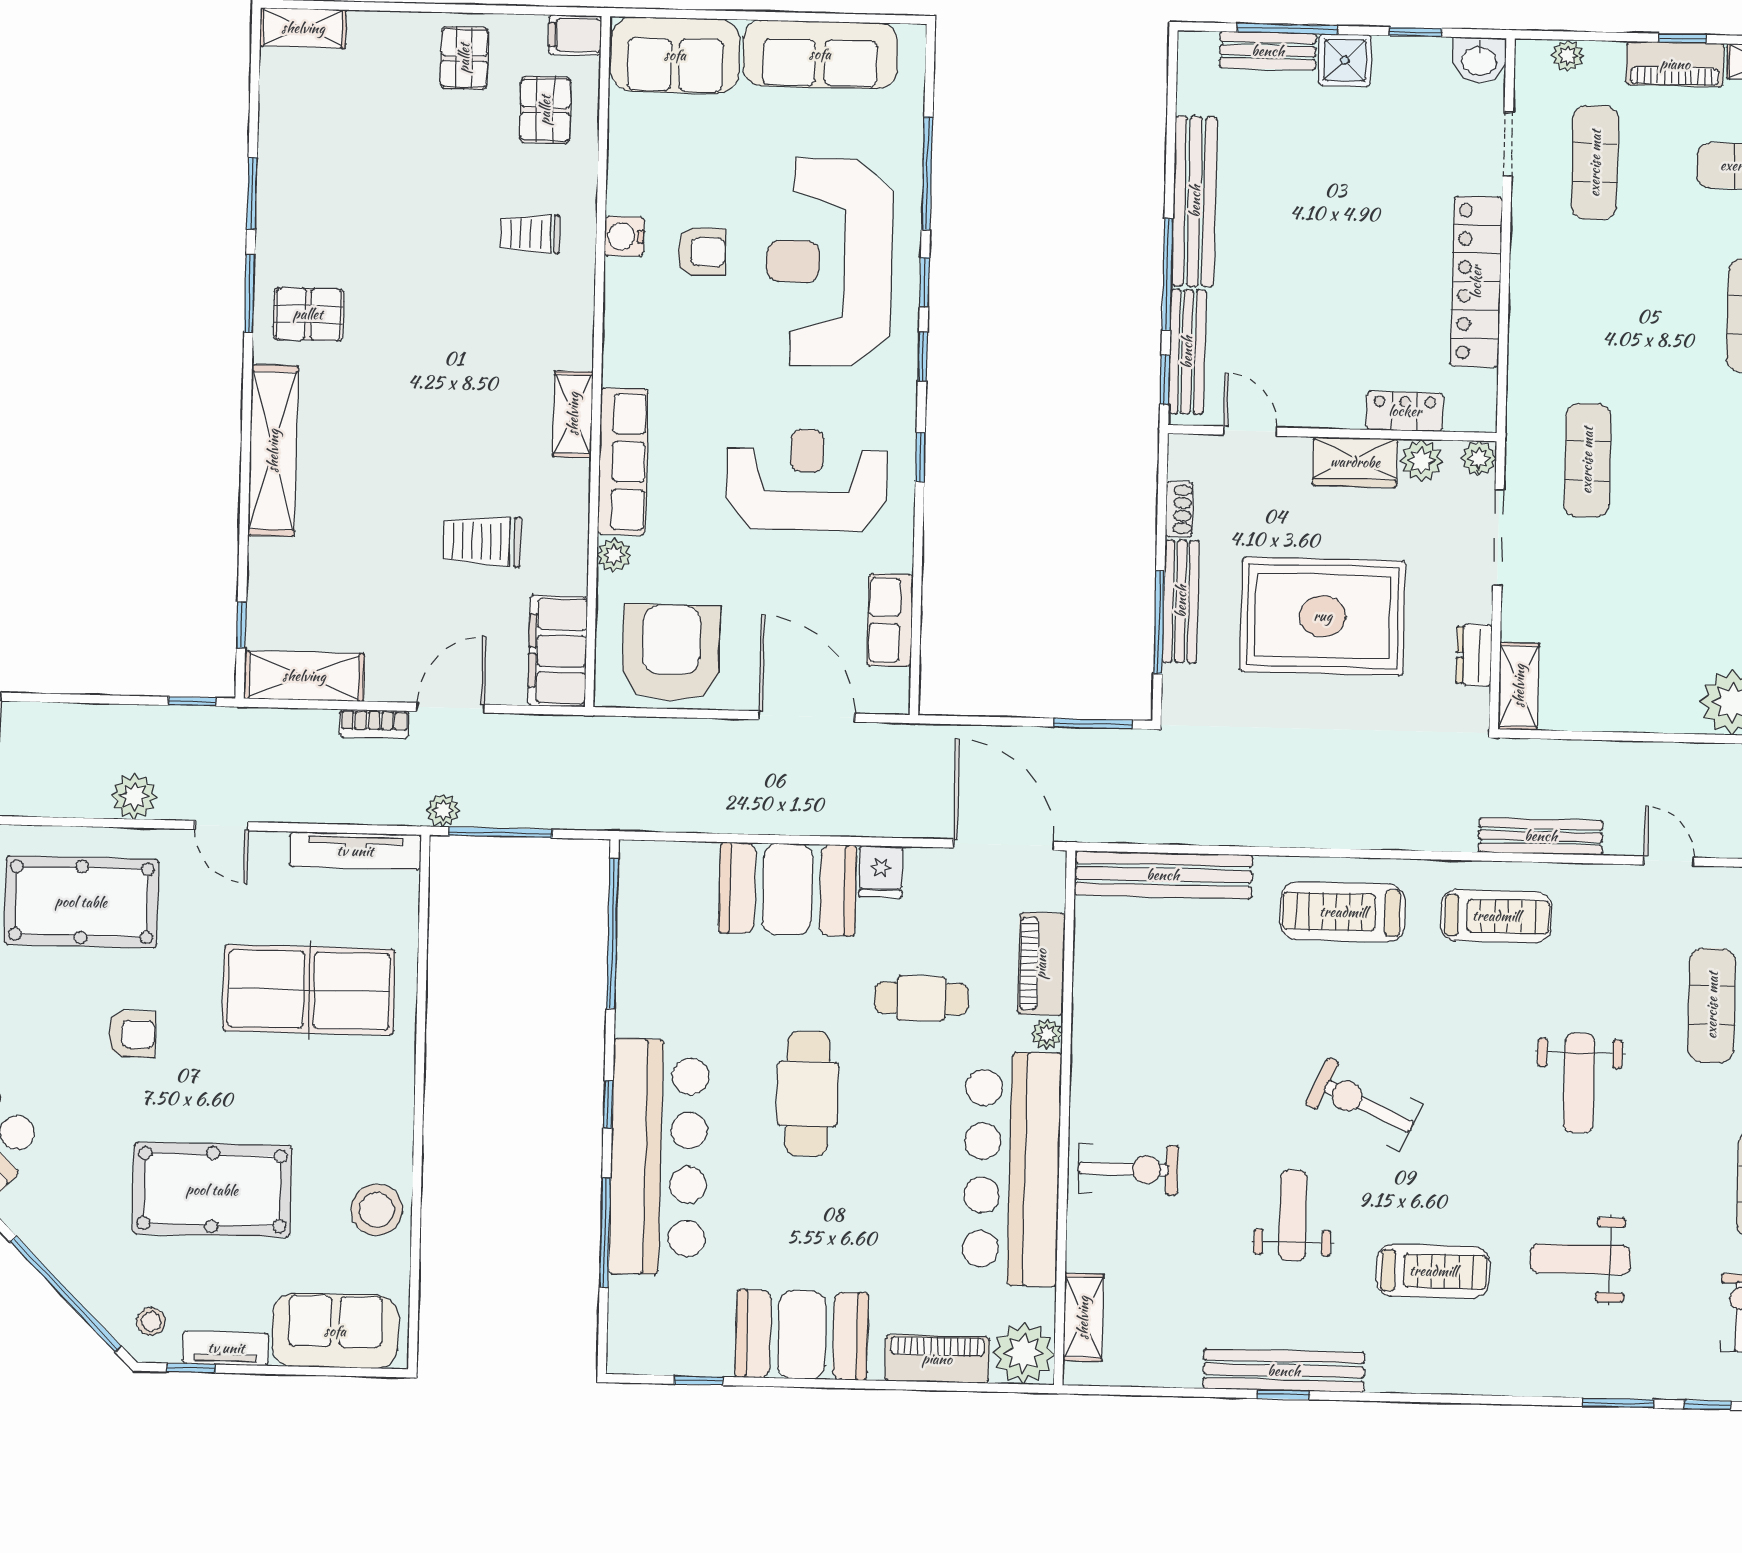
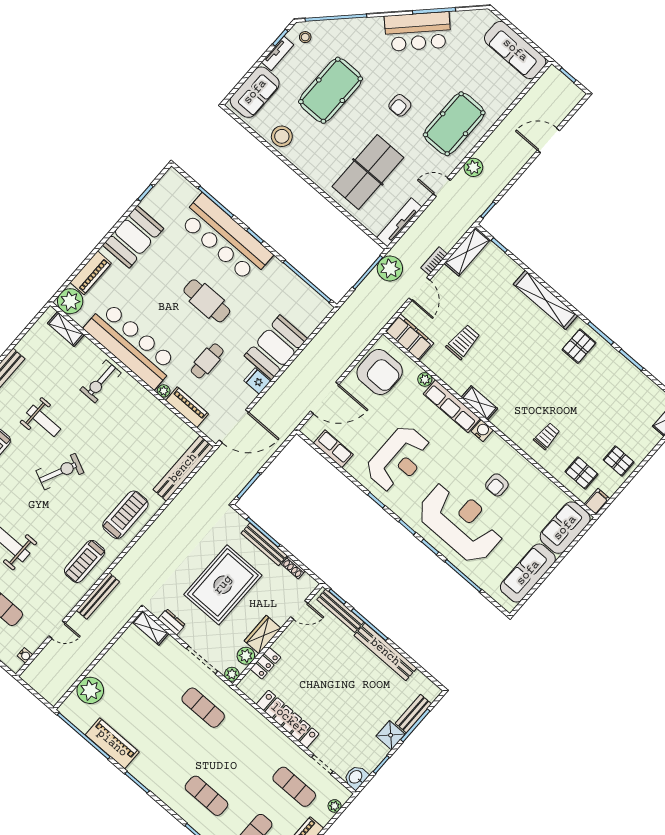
water cooler: (624, 236) -> (482, 431), moved
plant: (443, 810) -> (390, 268), width x1.88, depth x1.88

